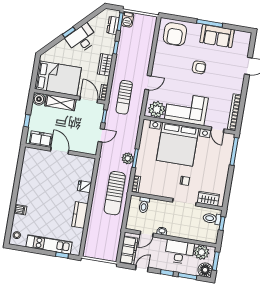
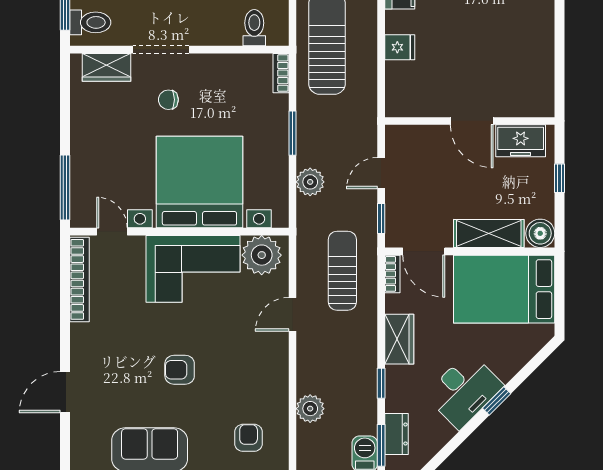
armchair: (175, 34) -> (249, 438), width x0.53, depth x0.53
plant: (147, 42) -> (310, 409), added
plant: (128, 158) -> (310, 182), moved

